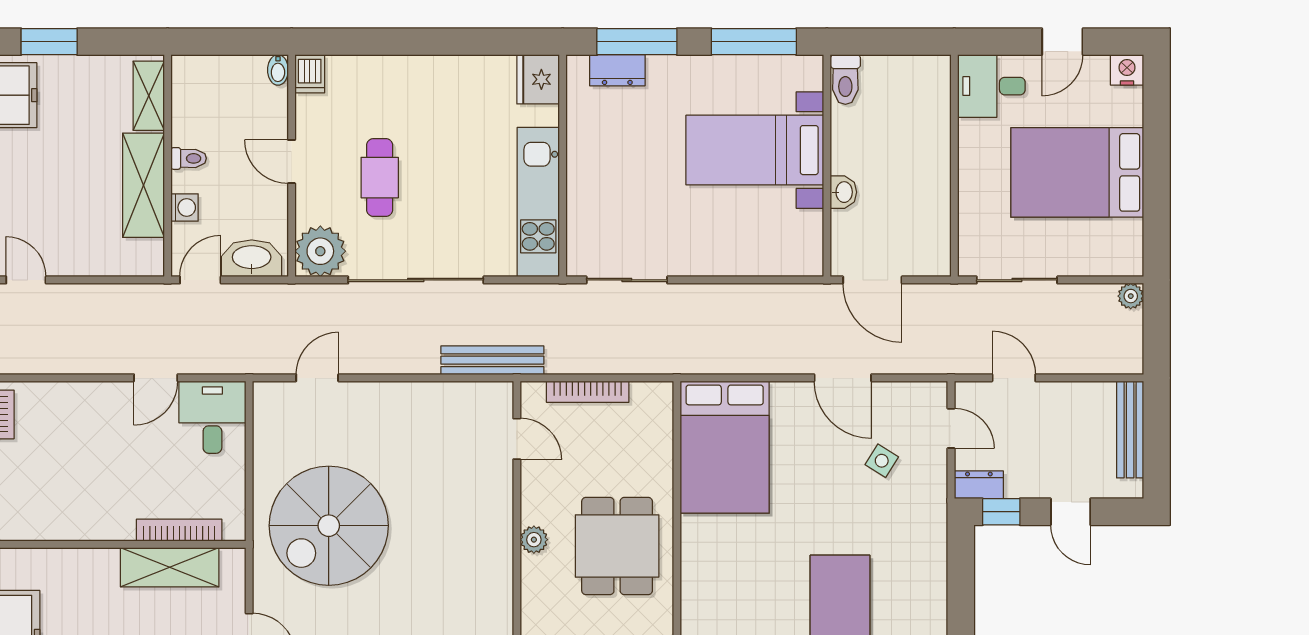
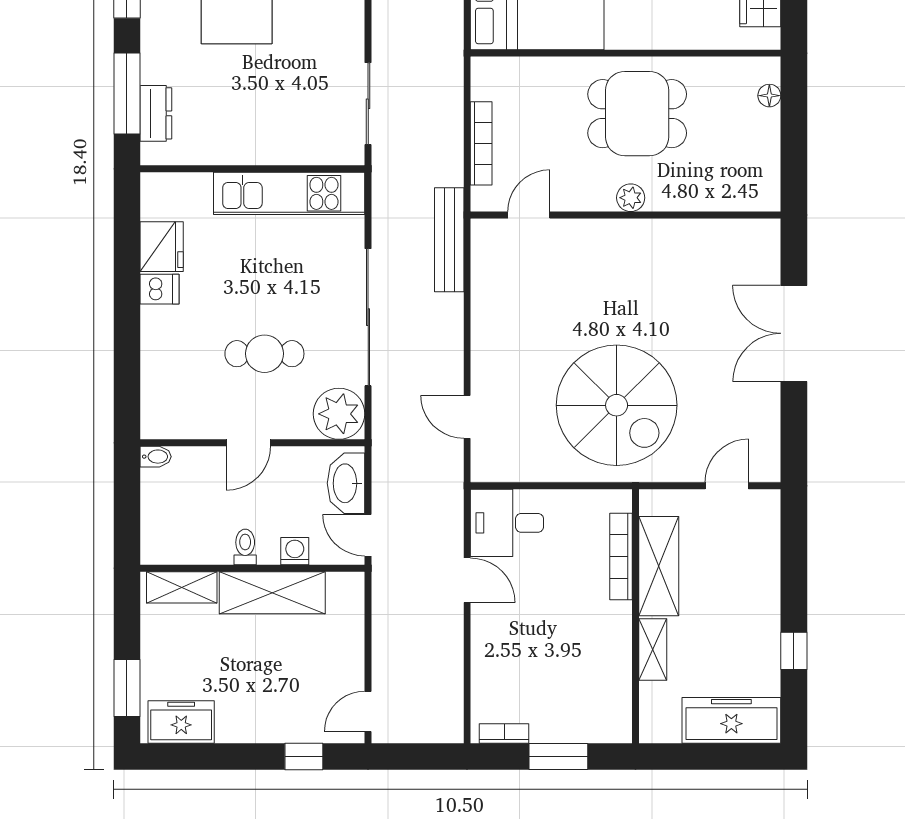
dishwasher: (310, 74) -> (160, 289), moved
fridge: (538, 79) -> (162, 247), moved, turned -90
shelving: (87, 561) -> (653, 649), added

